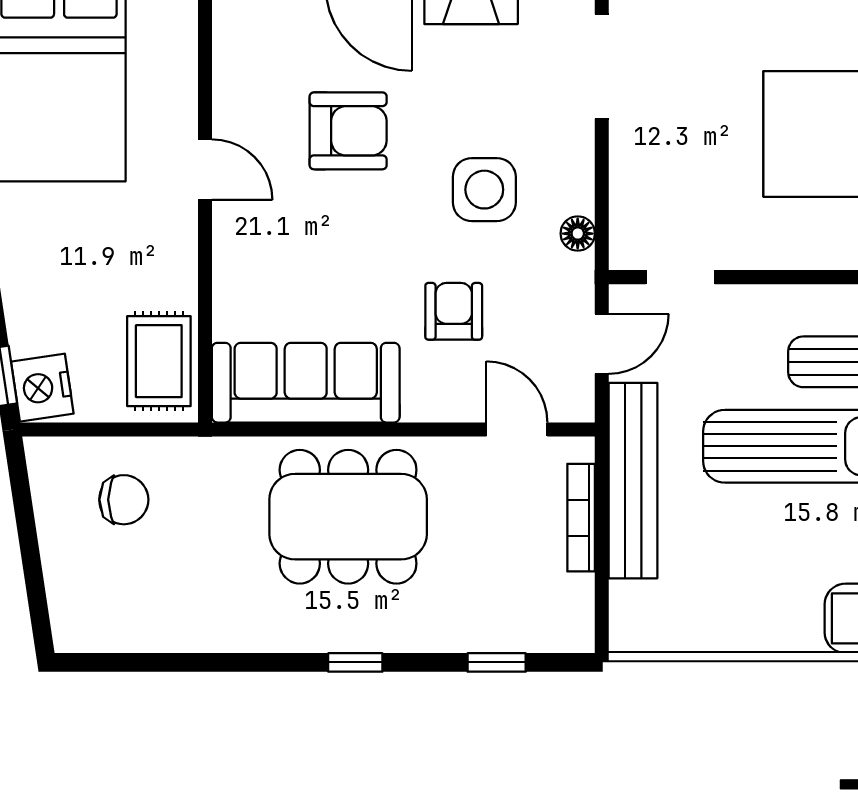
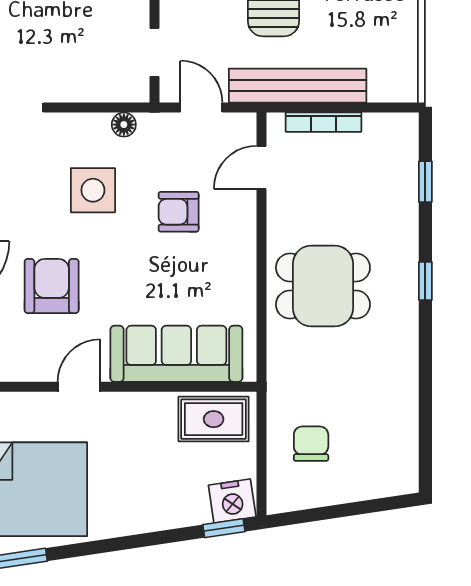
sofa: (306, 383) -> (176, 354), moved, turned 90
dining table: (348, 517) -> (323, 286), width x0.73

